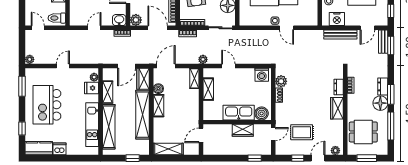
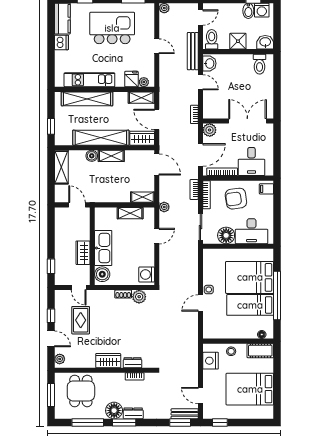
washbasin: (119, 20) -> (209, 63), moved
bench: (340, 35) -> (193, 51), moved
boiler: (158, 89) -> (92, 156), moved
shelving: (108, 92) -> (141, 98), moved

